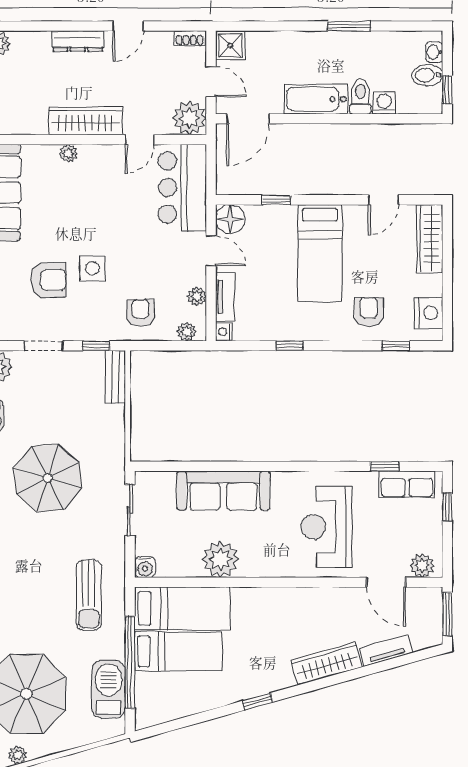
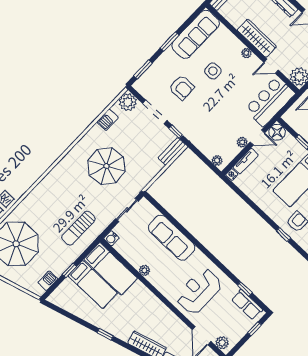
plant: (68, 153) -> (246, 53), moved
door: (211, 251) -> (257, 138), hinge flipped
side table: (92, 268) -> (213, 71), moved
plant: (197, 296) -> (242, 142), moved
armchair: (141, 313) -> (206, 135), removed
doorway: (44, 346) -> (155, 112), width x1.38
window: (290, 346) -> (253, 205), removed
window: (396, 346) -> (284, 234), moved
plant: (220, 559) -> (145, 270), width x0.53, depth x0.53
window: (130, 662) -> (69, 270), width x0.32
barbecue: (109, 689) -> (48, 281), width x0.53, depth x0.65

